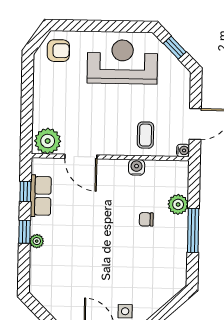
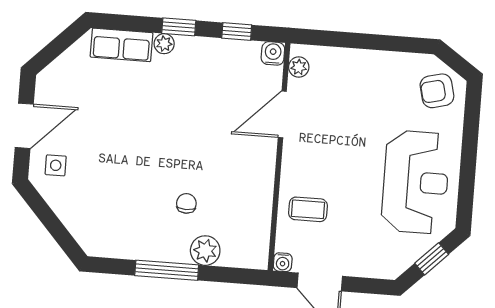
armchair: (58, 51) -> (437, 91), turned 76
plant: (48, 141) -> (299, 67), width x0.53, depth x0.53
water cooler: (137, 167) -> (273, 53), moved, turned -90
row of seats: (41, 196) -> (121, 45), moved

